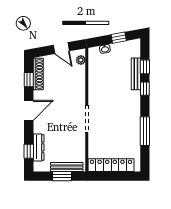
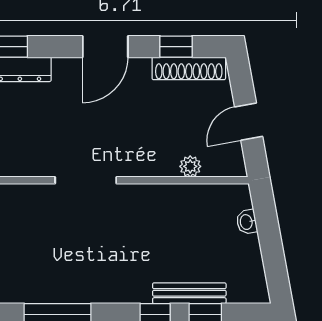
window: (119, 38) -> (273, 254), removed
plant: (81, 60) -> (190, 166), moved
door: (29, 110) -> (105, 47), hinge flipped

